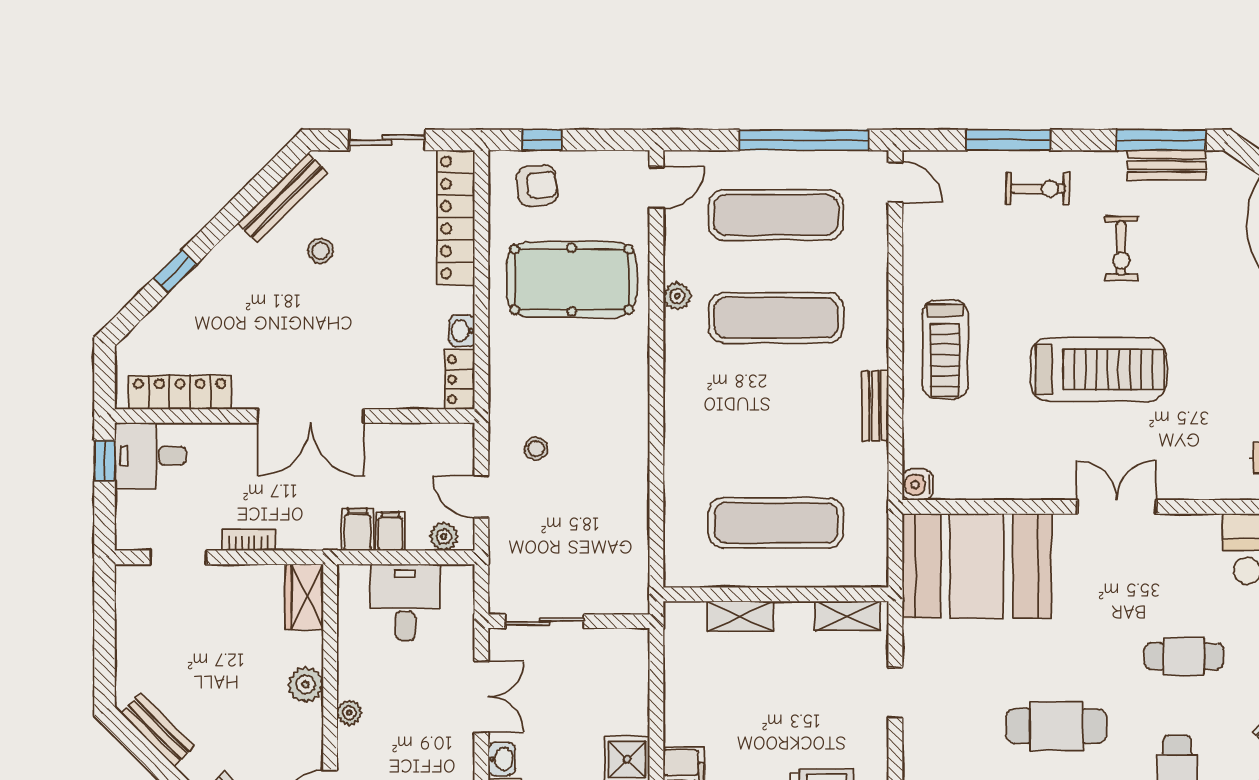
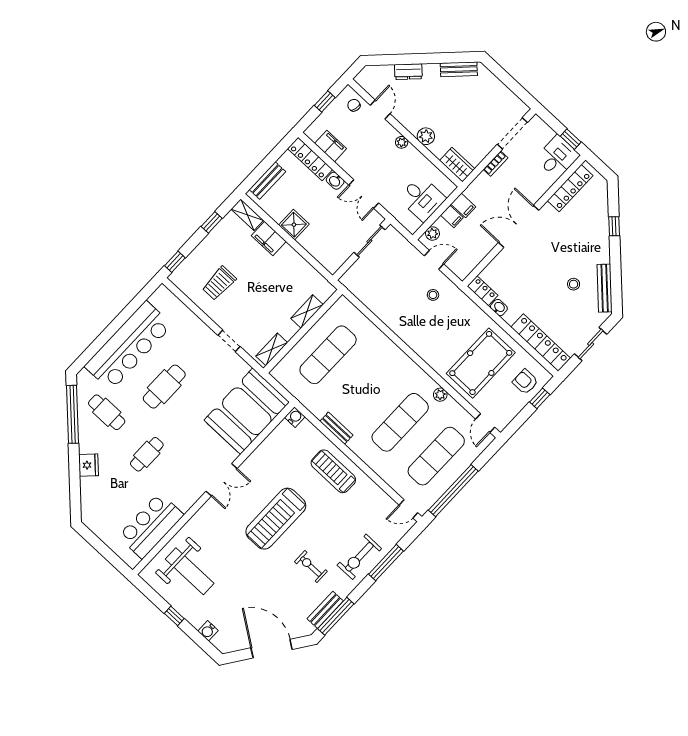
armchair: (537, 185) -> (525, 382), turned 97
exercise bike: (1038, 189) -> (359, 557), width x1.38, depth x1.39
doorway: (178, 557) -> (512, 133), width x1.38

